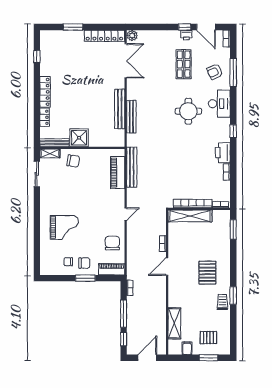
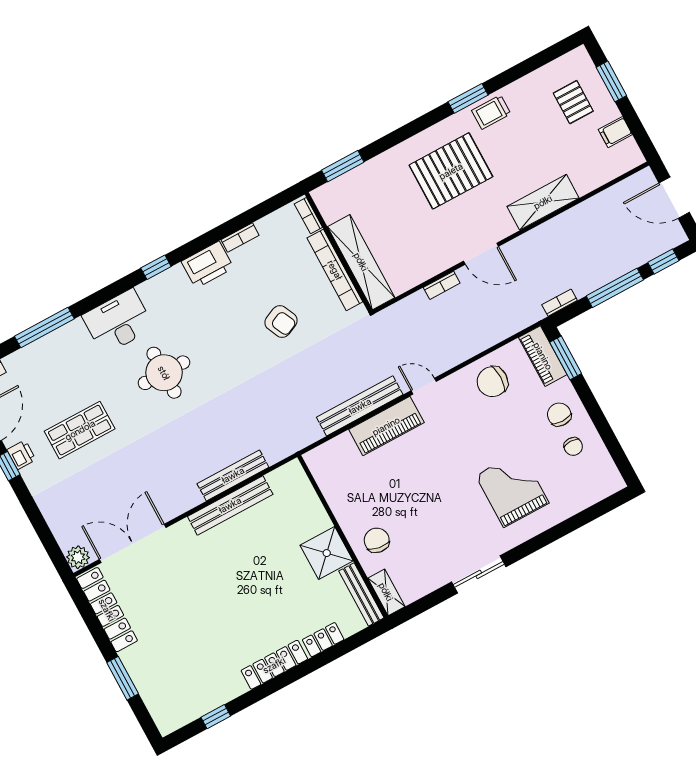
armchair: (215, 72) -> (281, 321), moved
bench: (132, 167) -> (360, 406), moved
piano: (118, 173) -> (386, 426), moved
sliding door: (37, 174) -> (479, 574), moved
pallet: (207, 273) -> (451, 171), width x1.37, depth x1.41
window: (85, 278) -> (566, 358), moved
shelving: (174, 323) -> (543, 202), moved

